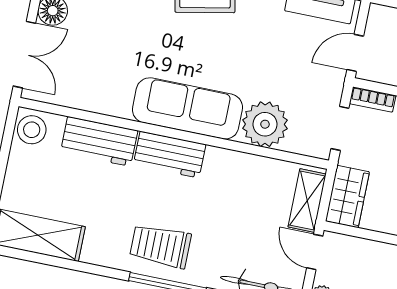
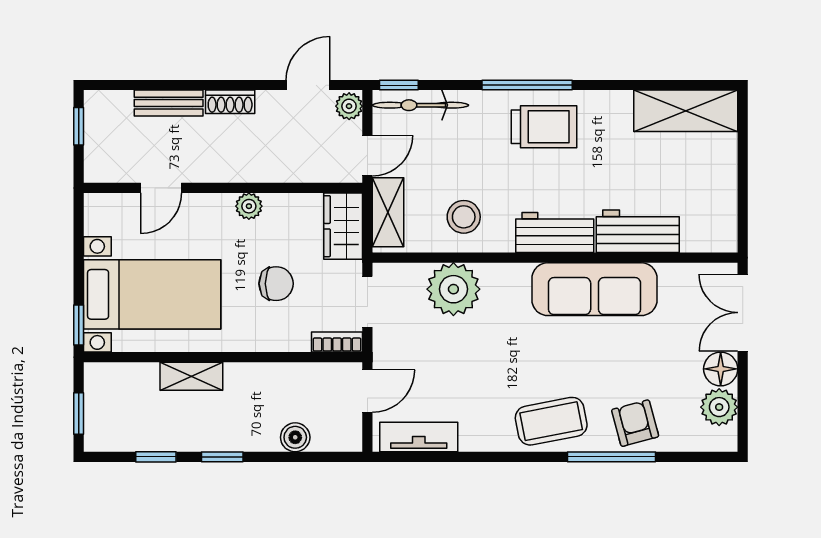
sofa: (187, 108) -> (595, 289), moved
stool: (32, 130) -> (464, 217), moved
door: (315, 252) -> (367, 156), hinge flipped

